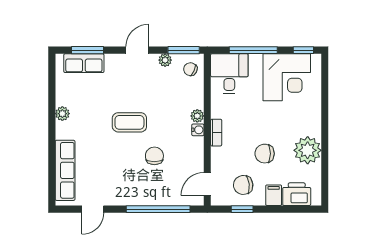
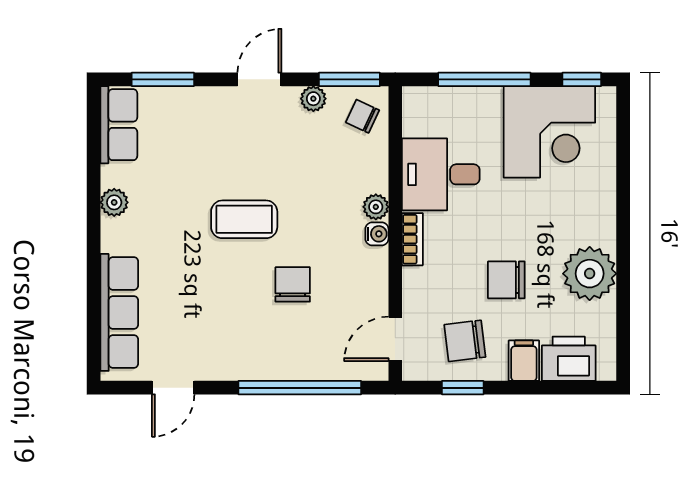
row of seats: (84, 63) -> (119, 125), moved, turned -90
desk: (229, 74) -> (441, 174), moved, turned -90

